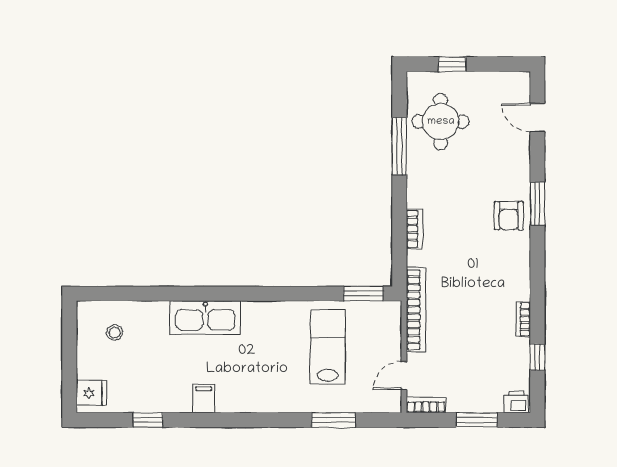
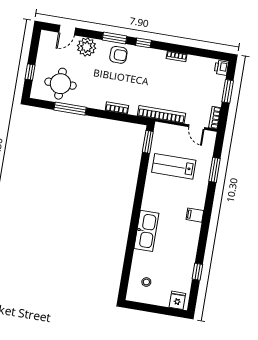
plant: (513, 157) -> (86, 47), added
window: (537, 357) -> (143, 43), moved
filing cabinet: (204, 399) -> (195, 215), moved

